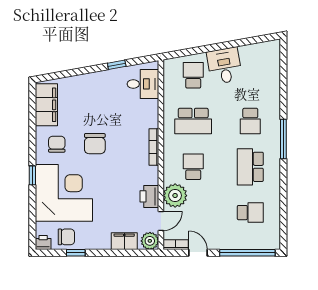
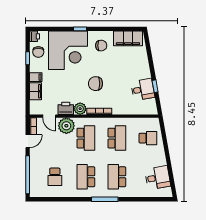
desk: (224, 66) -> (158, 178), moved
desk: (143, 84) -> (143, 89), moved, turned -100
school desk: (193, 121) -> (117, 138), turned 180
school desk: (250, 121) -> (117, 177), width x1.85
chair: (95, 144) -> (95, 84), moved
school desk: (193, 167) -> (86, 138), width x1.85
school desk: (250, 167) -> (86, 177), turned -90
filing cabinet: (103, 241) -> (36, 77), added
plant: (150, 241) -> (80, 109), moved

